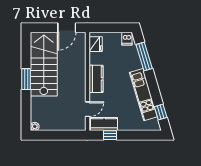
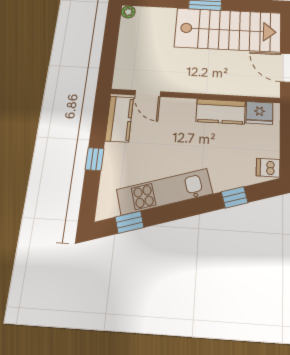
window: (144, 57) -> (235, 197), width x0.46
kitchen counter: (96, 79) -> (221, 111), moved
window: (110, 135) -> (95, 159), moved

